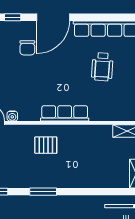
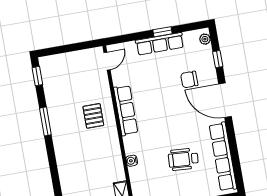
row of seats: (65, 113) -> (126, 110), moved
water cooler: (12, 116) -> (132, 161), moved

